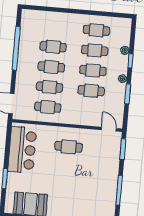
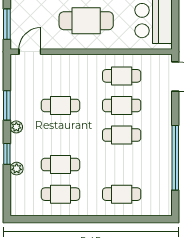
cafe table: (53, 47) -> (122, 194), moved
cafe table: (93, 71) -> (60, 135), removed
door: (109, 129) -> (30, 52), swing flipped
cafe table: (69, 147) -> (86, 21), width x1.37, depth x1.35

